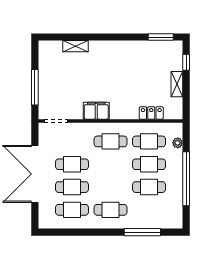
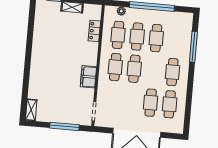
window: (161, 37) -> (32, 17), removed
shelving: (75, 46) -> (31, 110), moved
cafe table: (72, 164) -> (134, 69), moved

